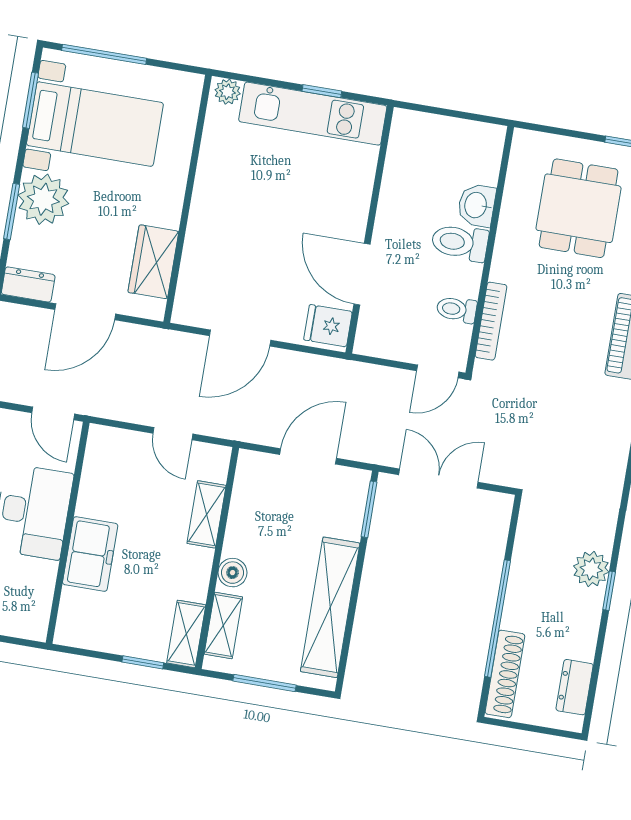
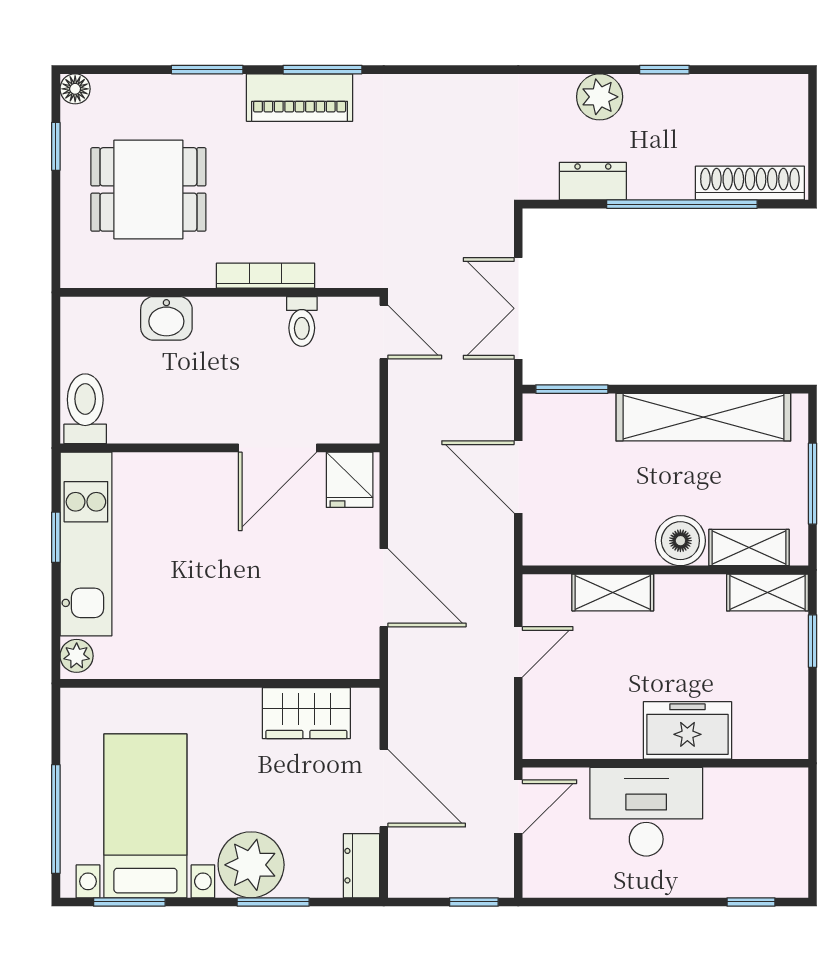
toilet: (460, 242) -> (85, 409), moved, turned 180
bookcase: (491, 321) -> (265, 276), moved
boiler: (232, 573) -> (680, 541), width x1.36, depth x1.36
window: (609, 591) -> (664, 70), moved
dresser: (575, 687) -> (593, 181), moved, turned 180

